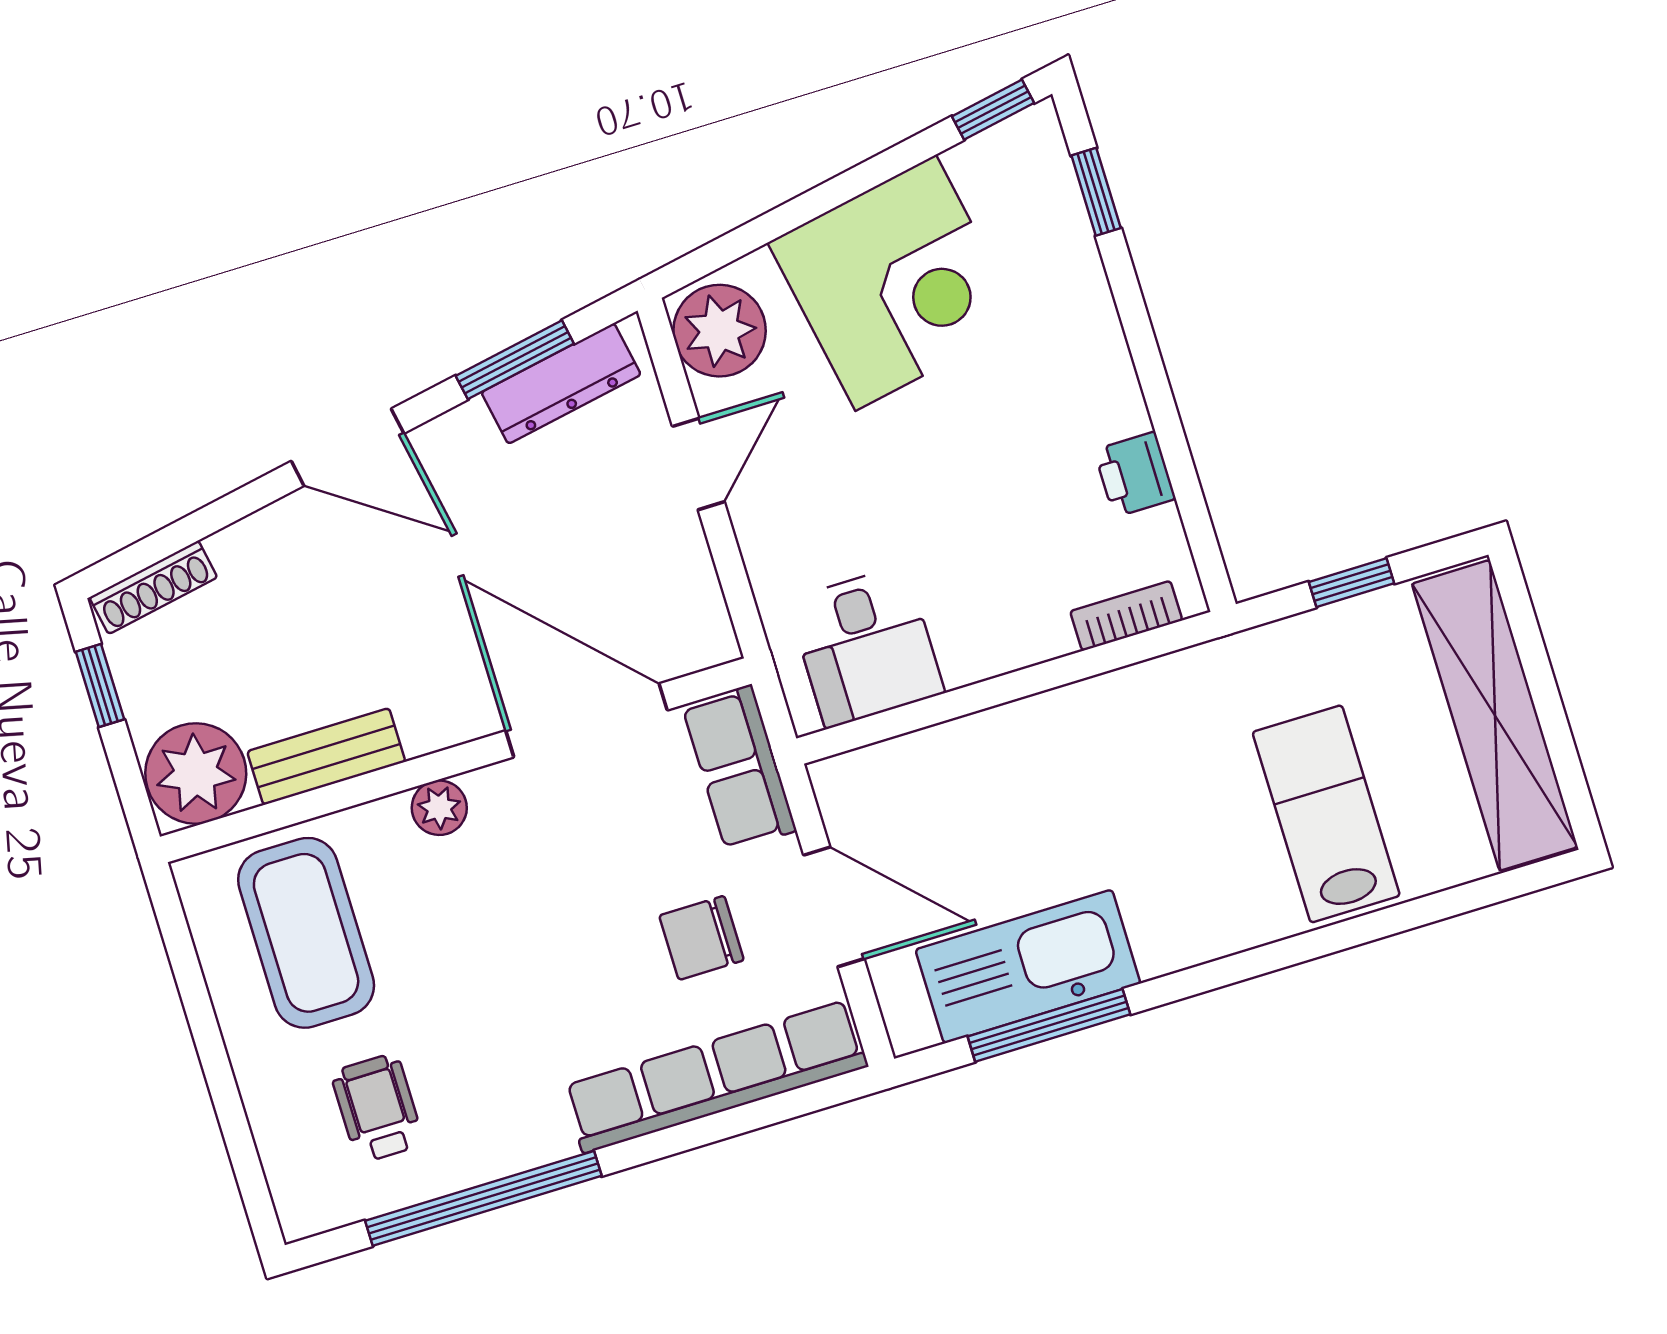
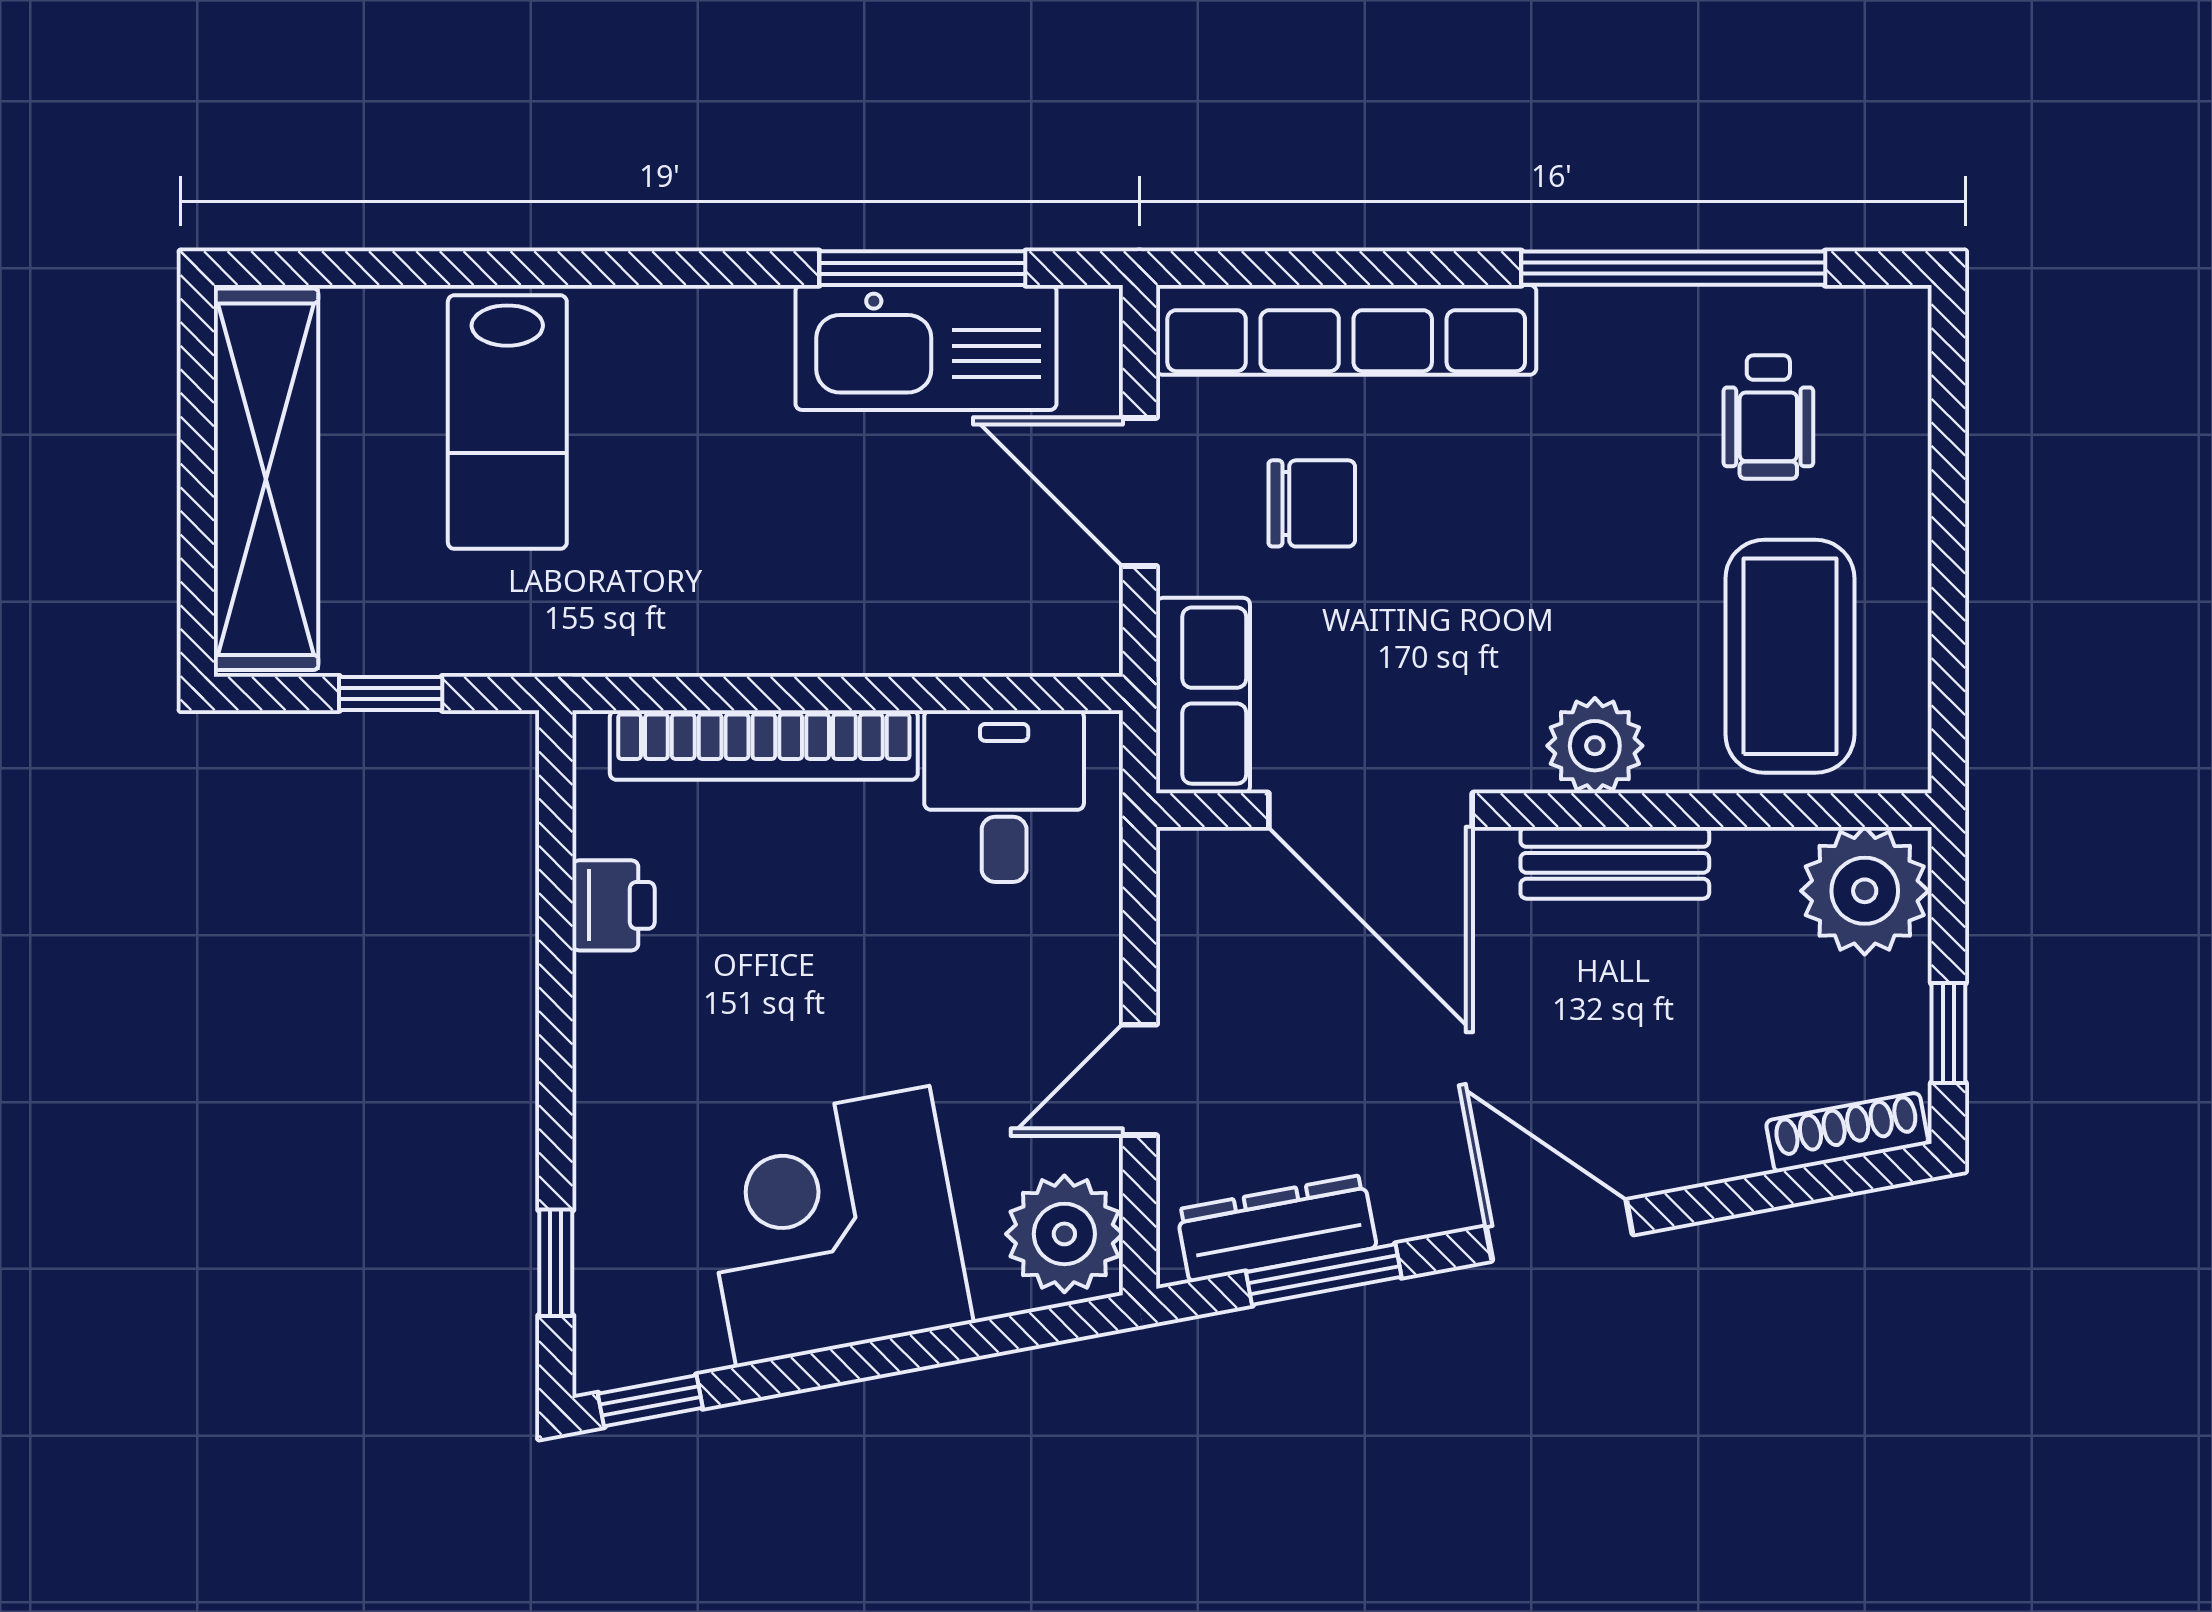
bookcase: (1126, 616) -> (764, 745), width x2.31, depth x1.31
bench: (326, 757) -> (1615, 863), moved
plant: (439, 808) -> (1595, 746), width x1.38, depth x1.38

